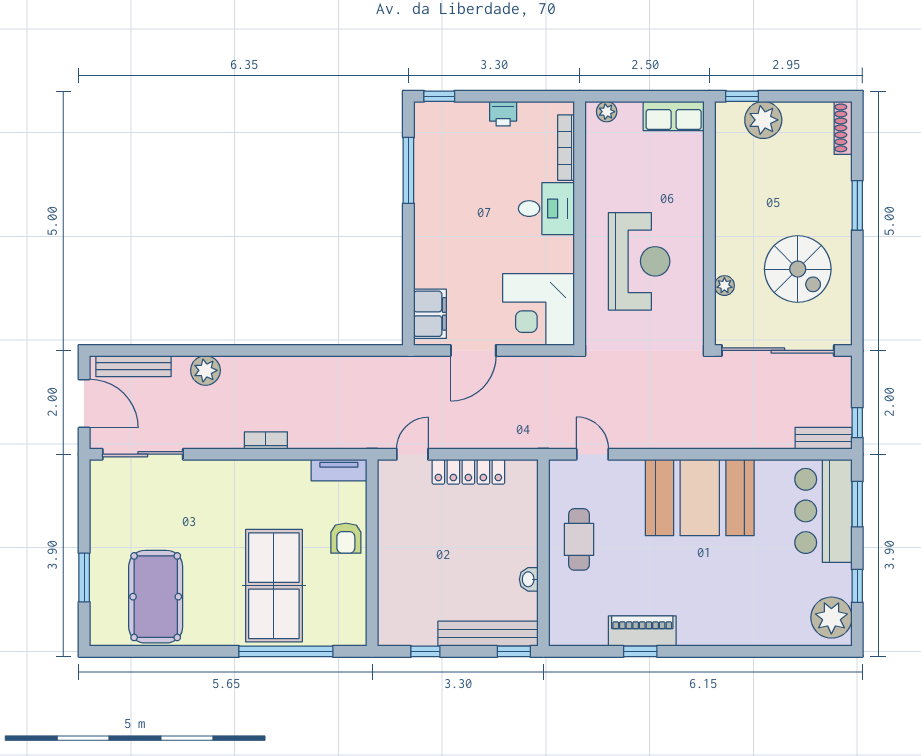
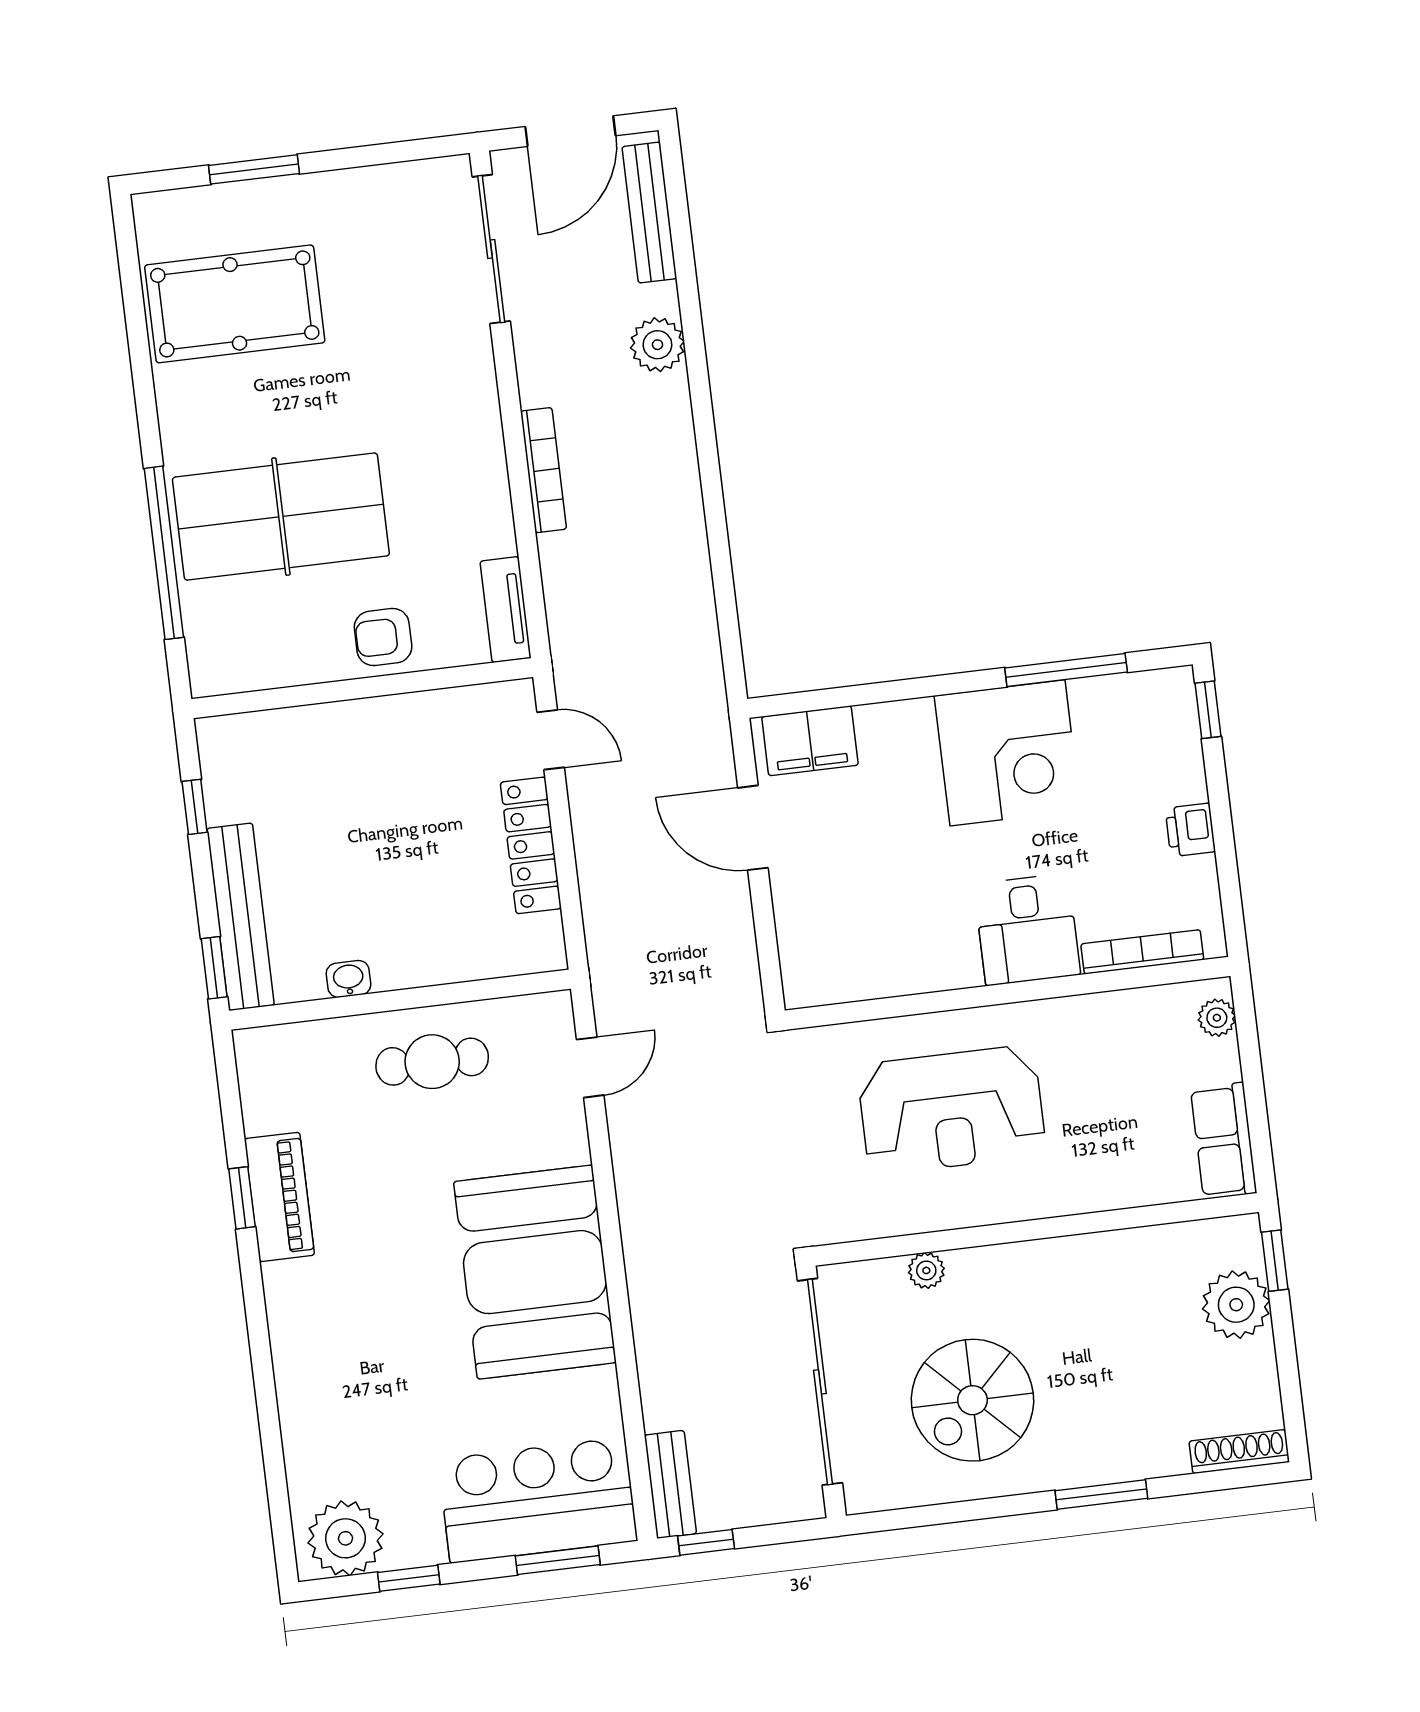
corner desk: (539, 309) -> (1007, 753), moved, turned 180
bookcase: (266, 440) -> (543, 470), width x1.56

